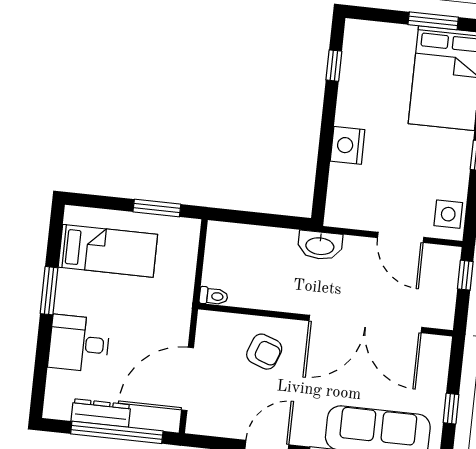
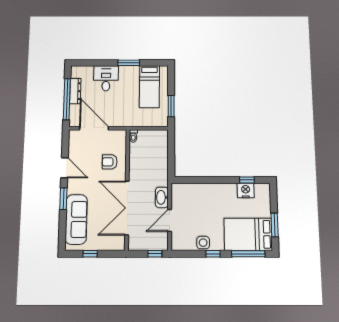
nightstand: (348, 145) -> (246, 190), moved
side table: (448, 214) -> (203, 243), moved
washbasin: (320, 245) -> (162, 197), moved
armchair: (264, 352) -> (110, 162), turned 70

